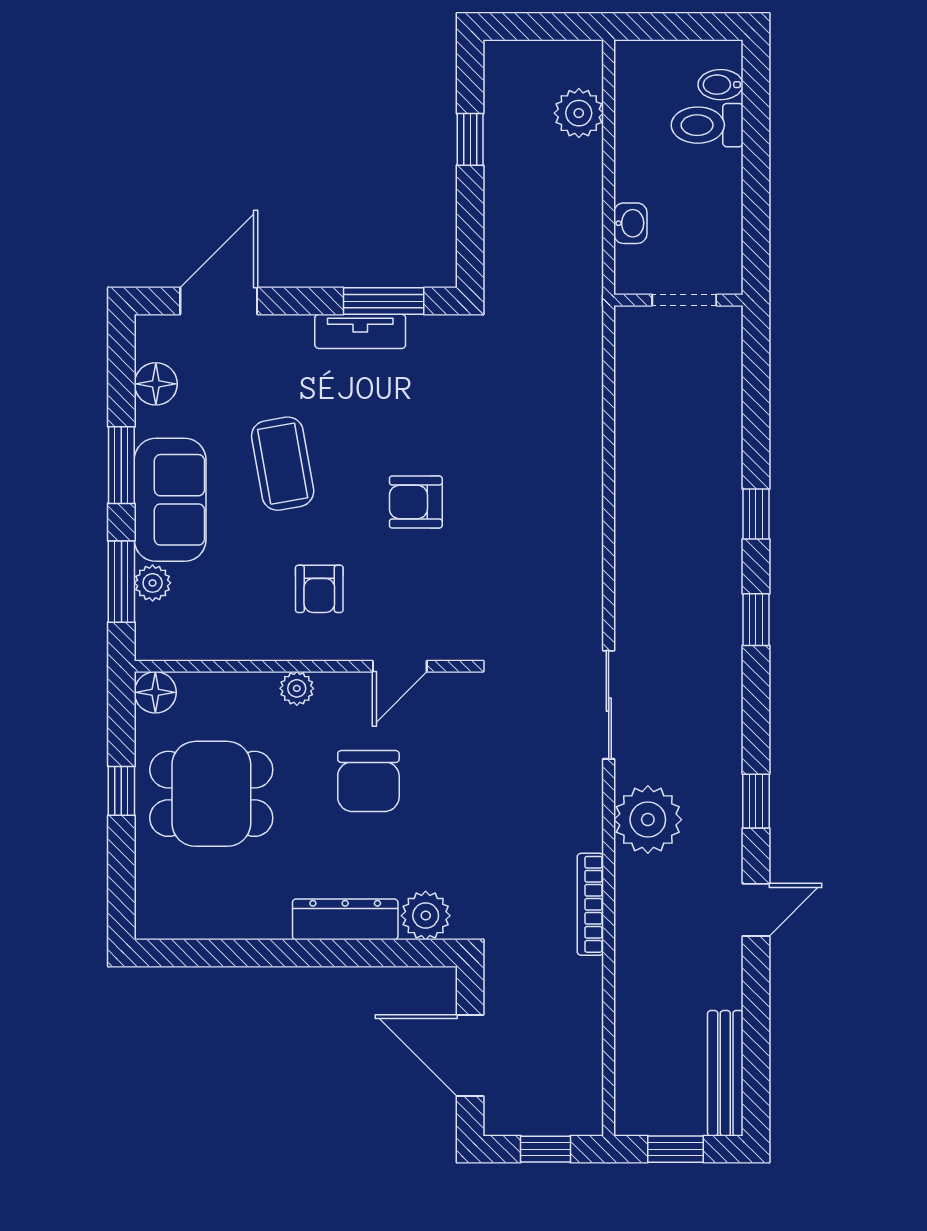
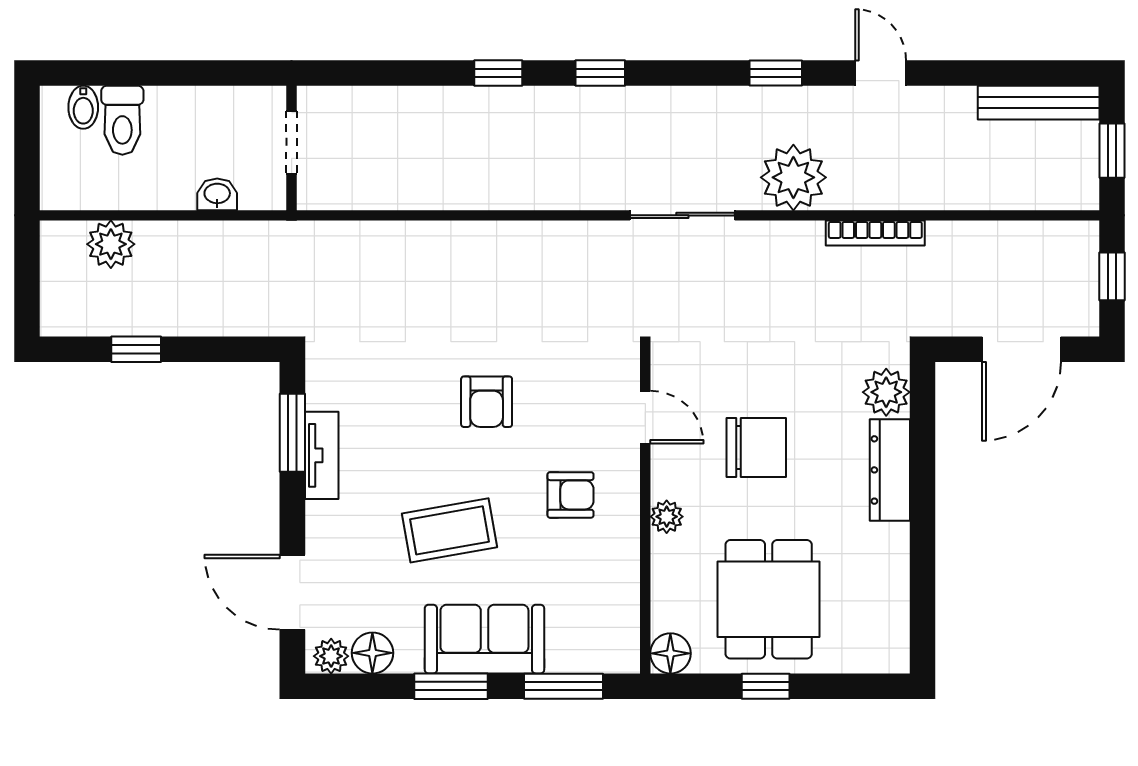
plant: (153, 583) -> (331, 656), moved

